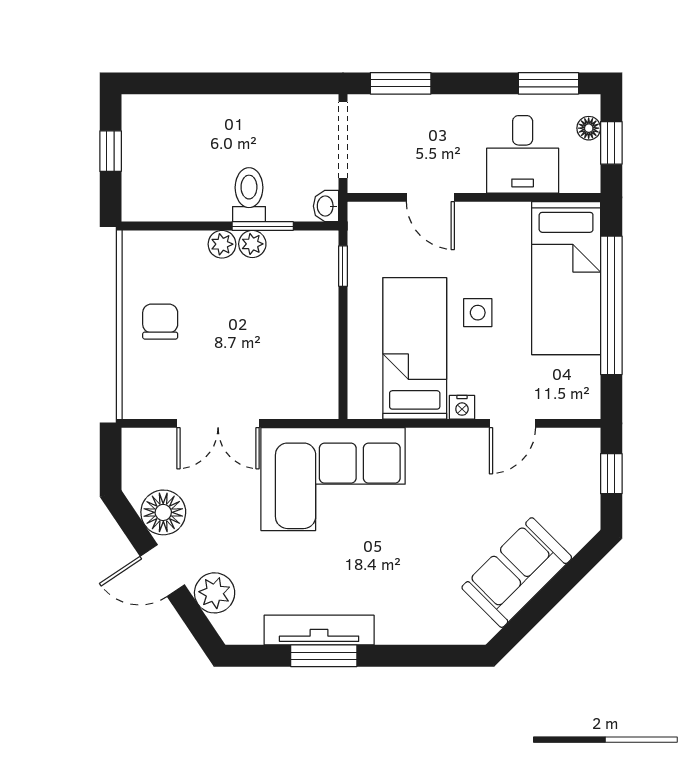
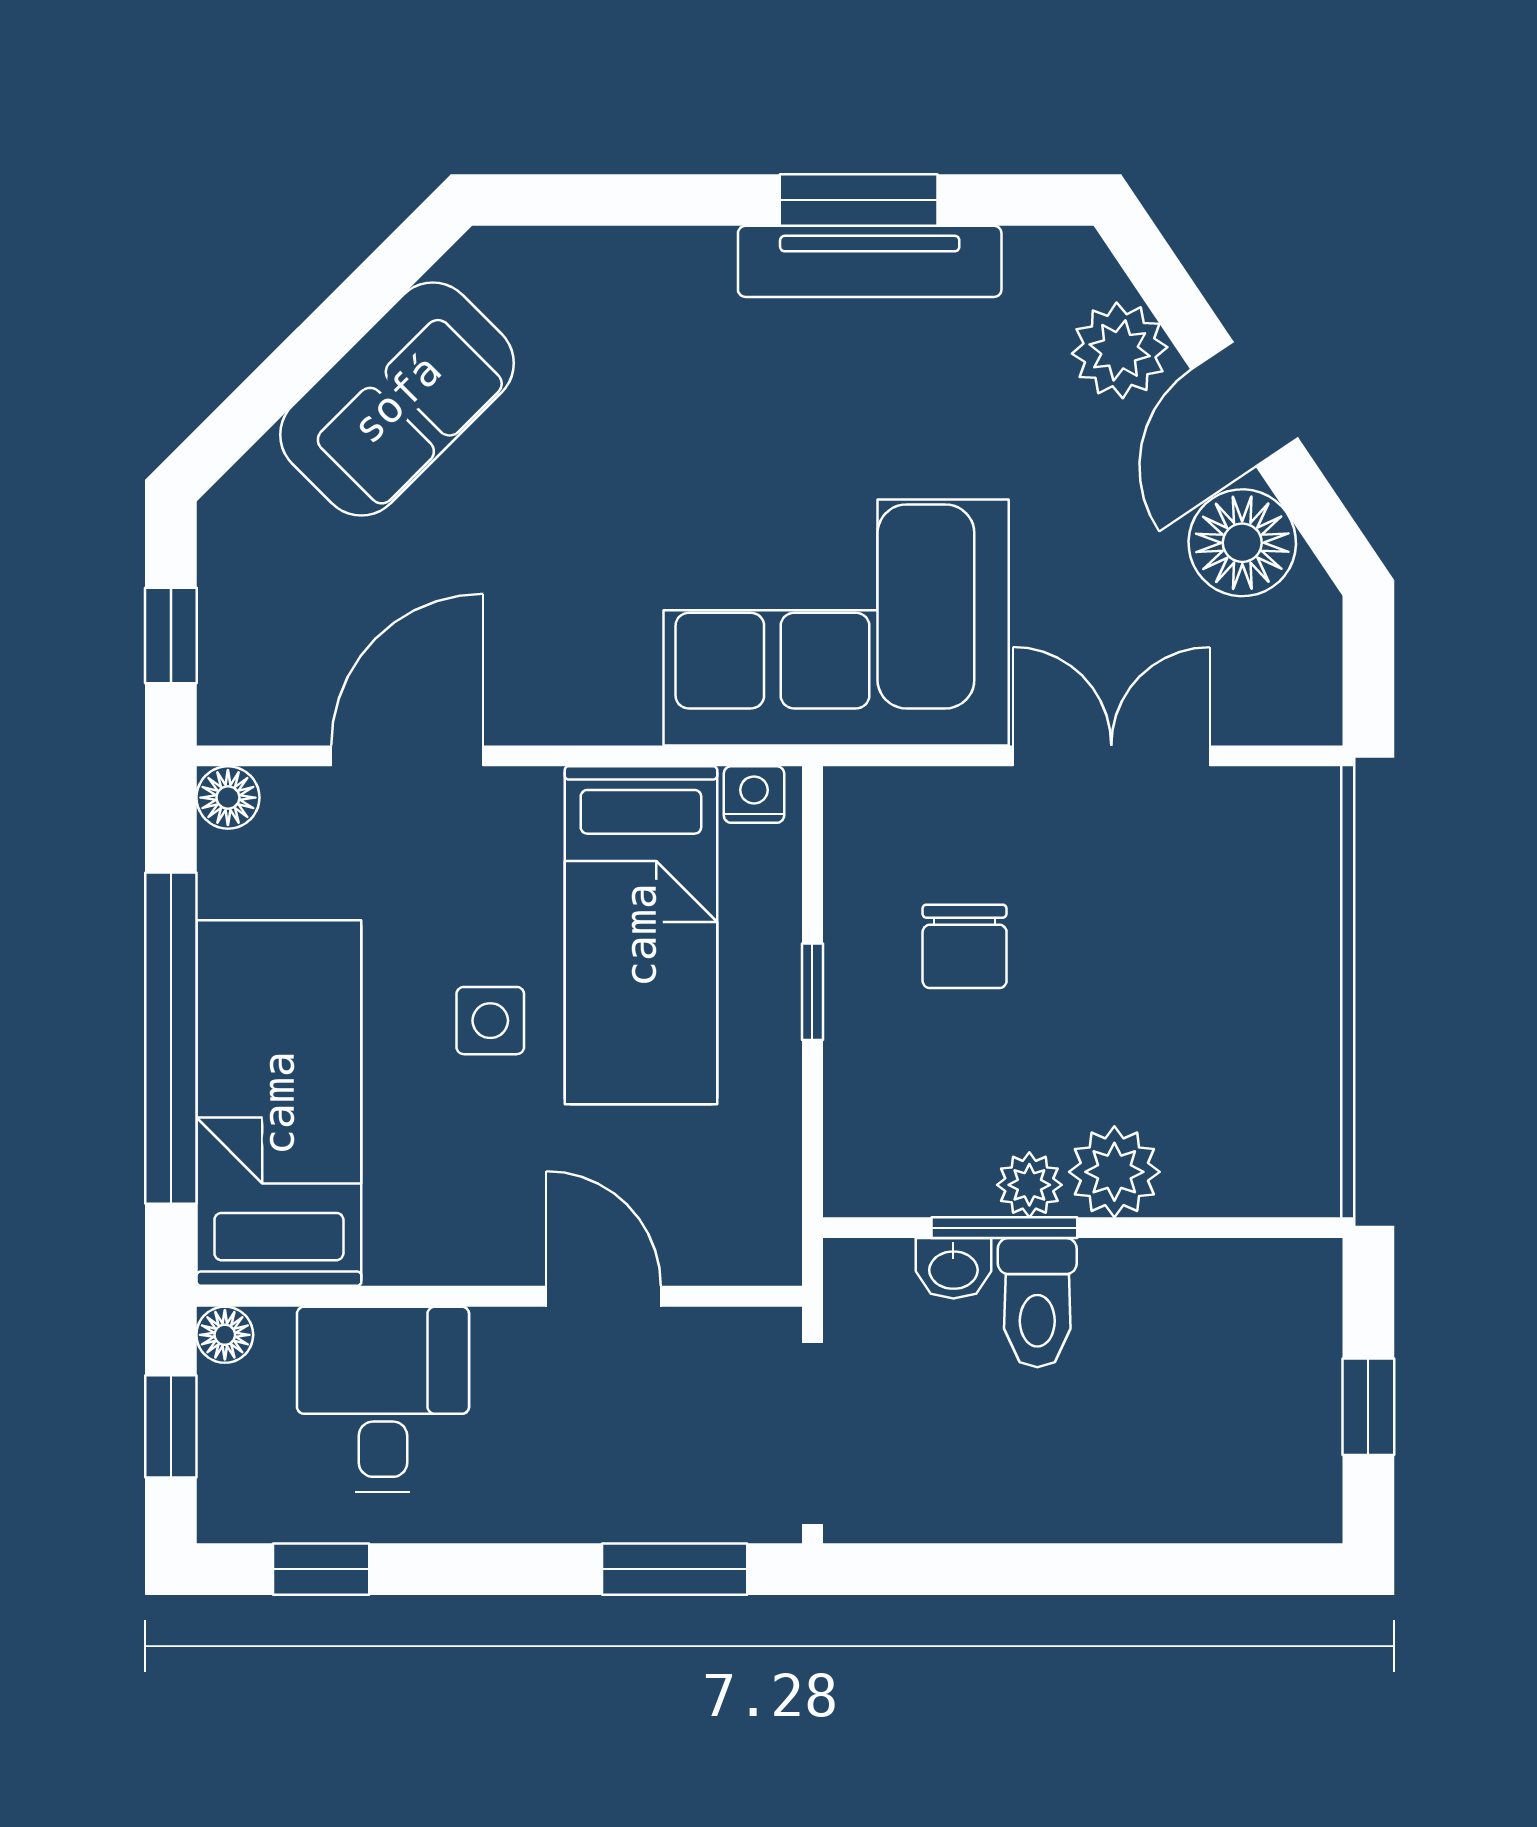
window: (548, 83) -> (321, 1569), width x0.67
floor lamp: (589, 128) -> (225, 1335), moved
washbasin: (326, 206) -> (953, 1268), moved, turned 90
plant: (222, 244) -> (1114, 1172), width x1.38, depth x1.38
window: (343, 266) -> (812, 992), moved
chair: (160, 322) -> (965, 946), moved
floor lamp: (587, 406) -> (228, 798), added
nightstand: (462, 407) -> (754, 795), moved
door: (512, 423) -> (407, 756), width x1.38
door: (162, 570) -> (1245, 404), swing flipped

